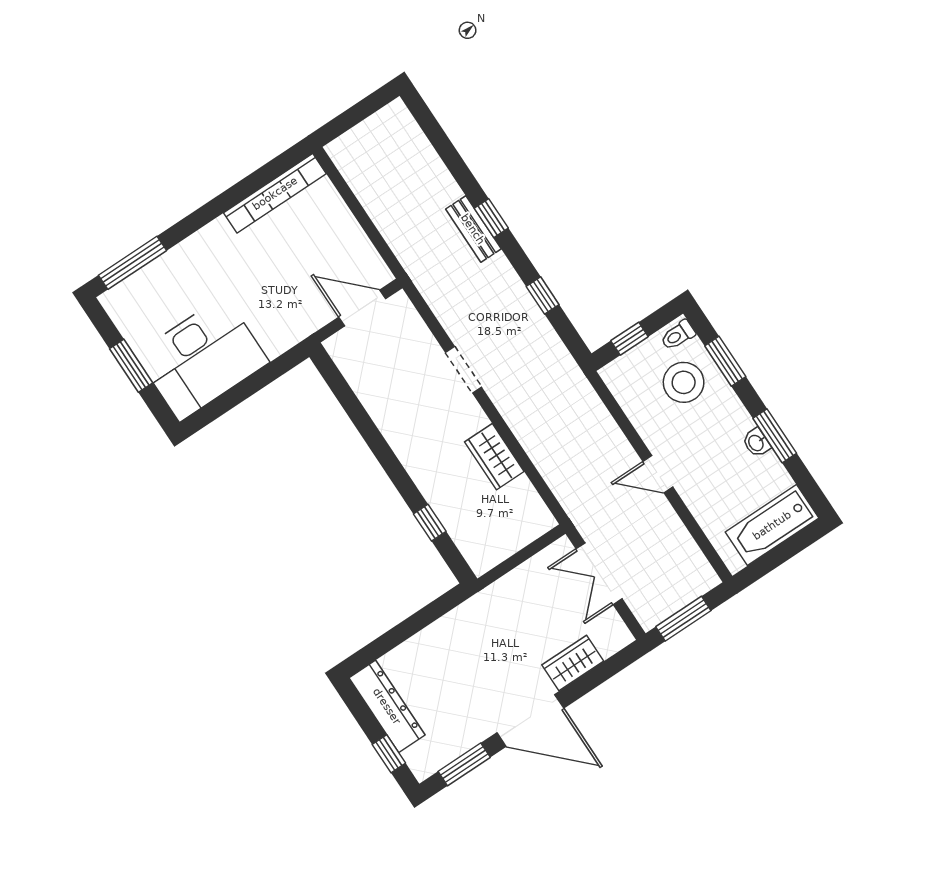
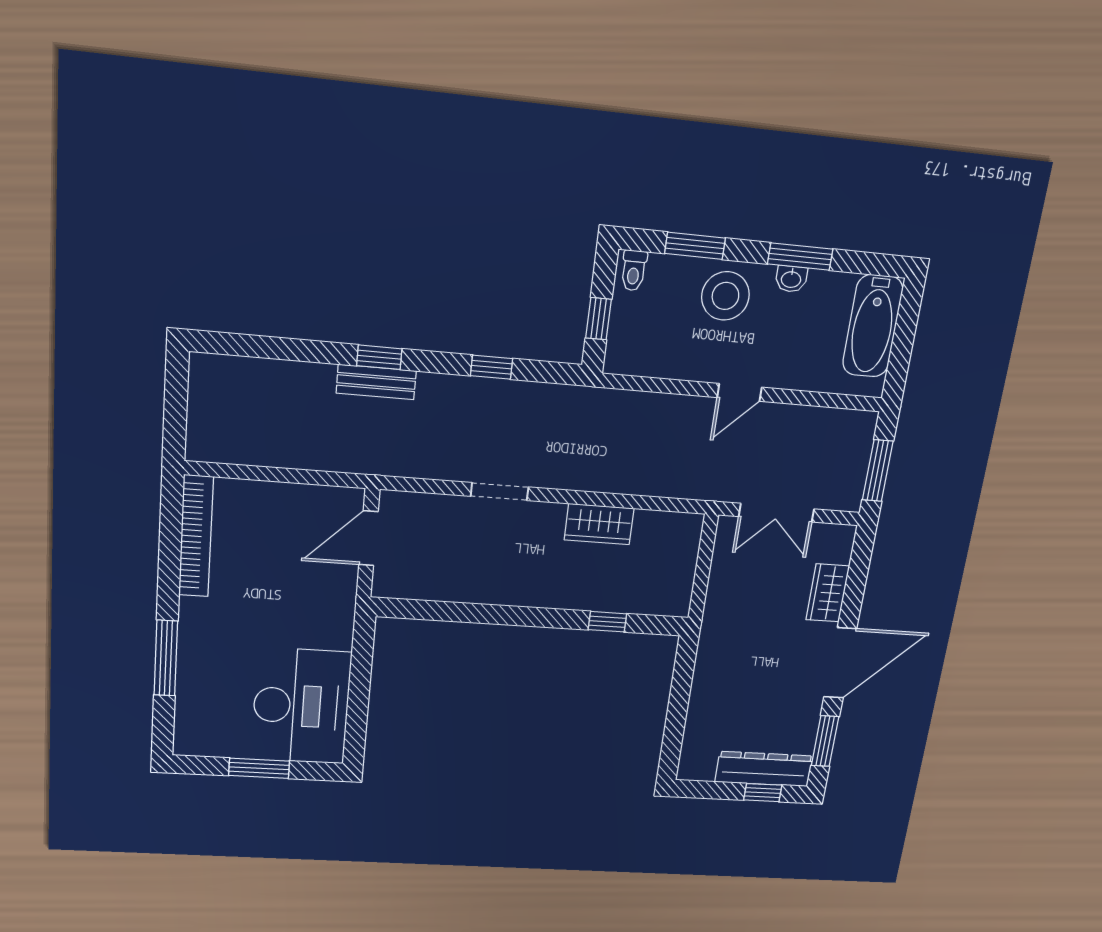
window: (132, 263) -> (166, 658), moved
stool: (684, 382) -> (725, 296), moved
dresser: (387, 706) -> (764, 769), moved

